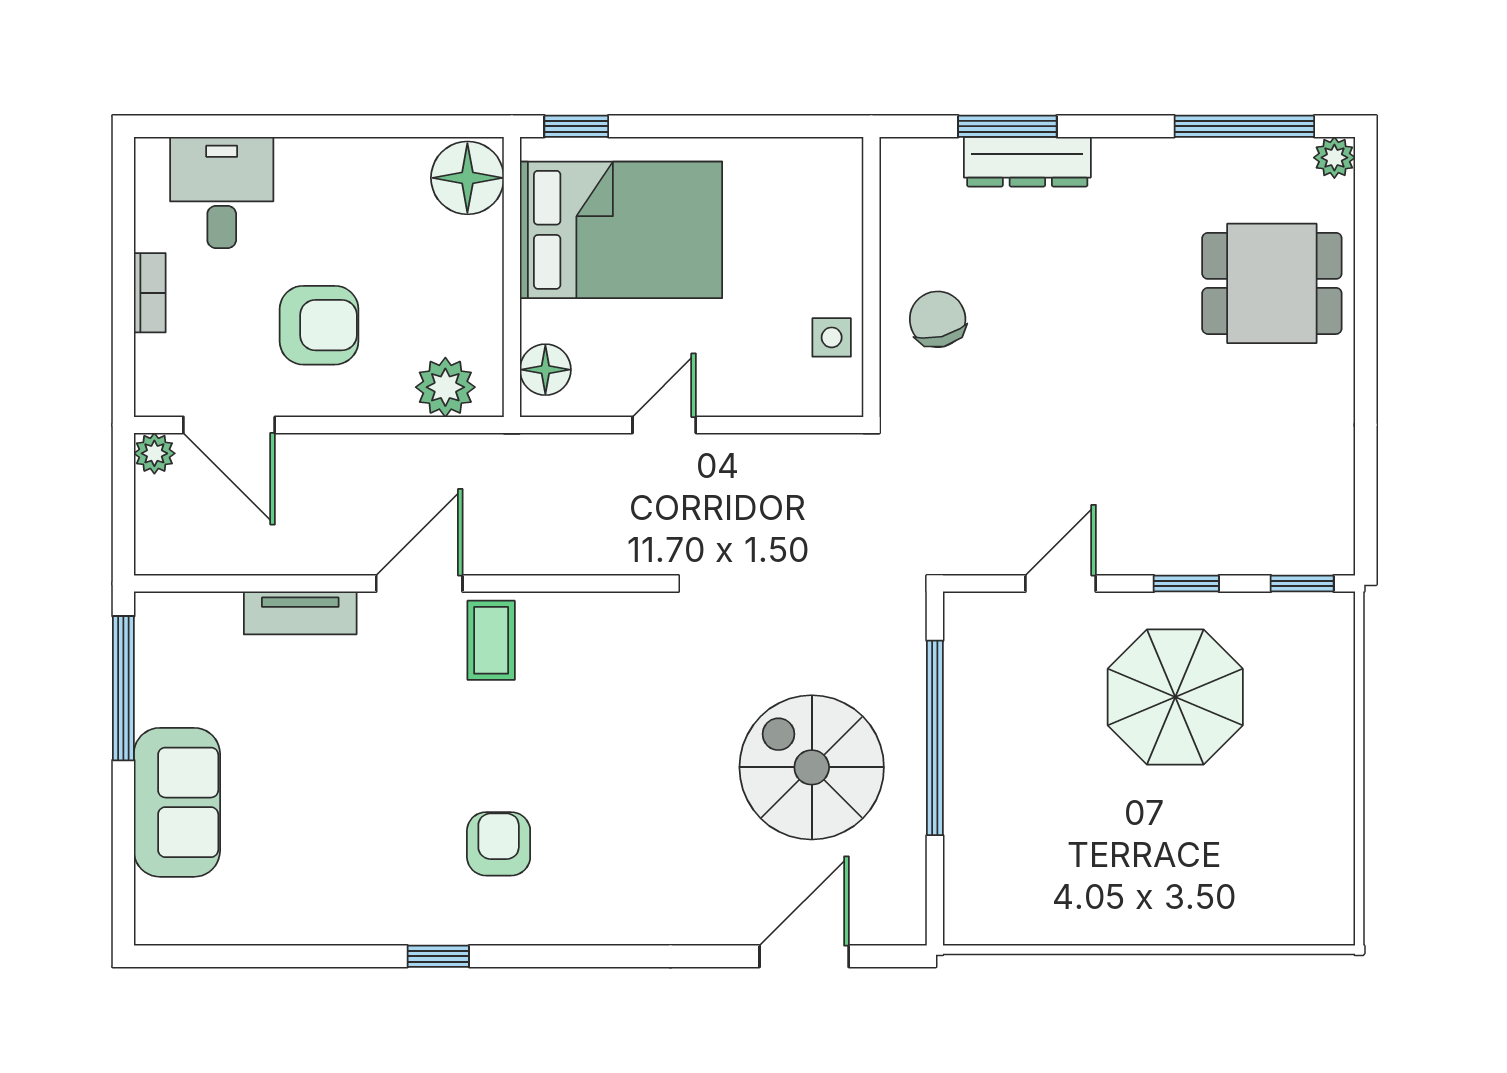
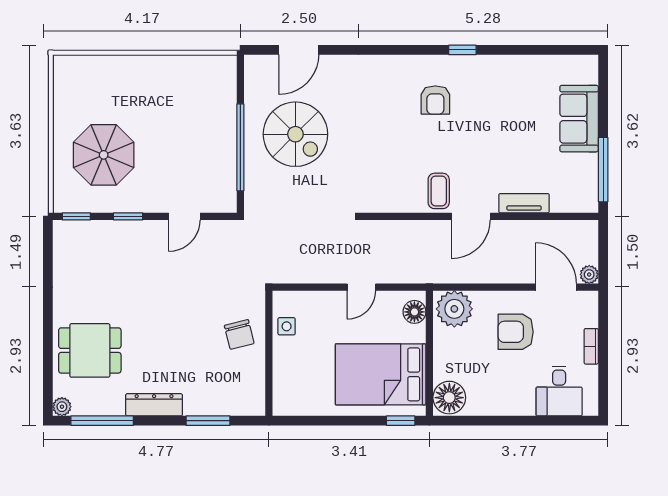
dresser: (1027, 162) -> (154, 405), moved
plant: (445, 387) -> (454, 309), width x1.36, depth x1.36
parasol: (1175, 697) -> (104, 155), moved

